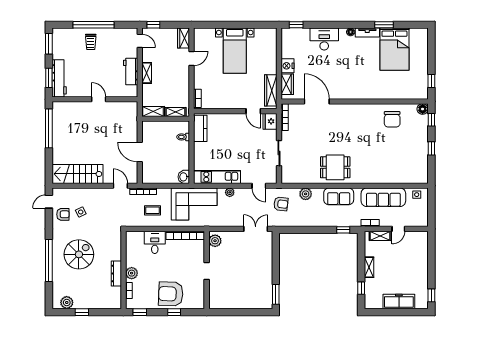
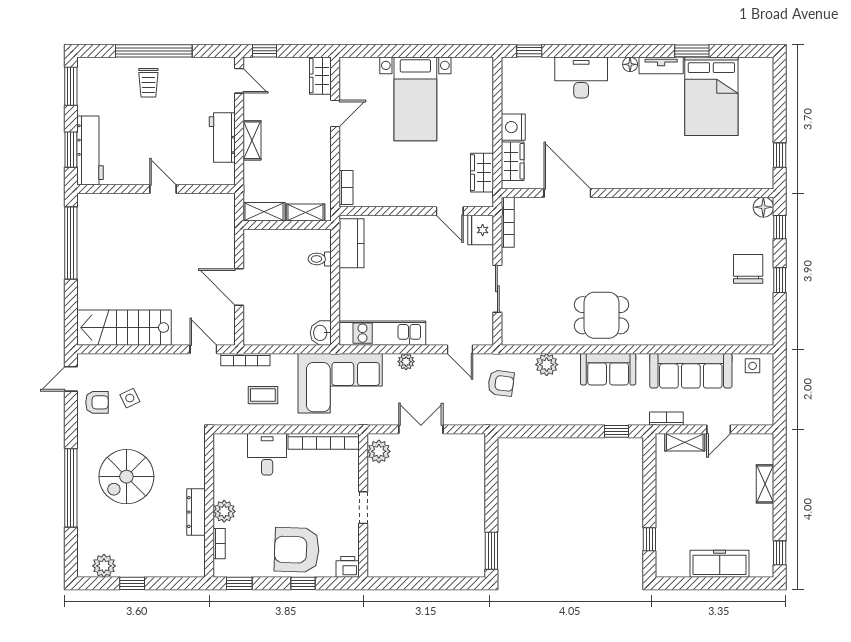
wardrobe: (271, 90) -> (482, 173), width x0.67
chair: (392, 119) -> (748, 269), moved, turned 180
double door: (256, 229) -> (421, 429), moved
spiral stairs: (79, 254) -> (126, 477), turned 180
shelving: (369, 267) -> (765, 484), moved
printer: (198, 303) -> (348, 567), added

